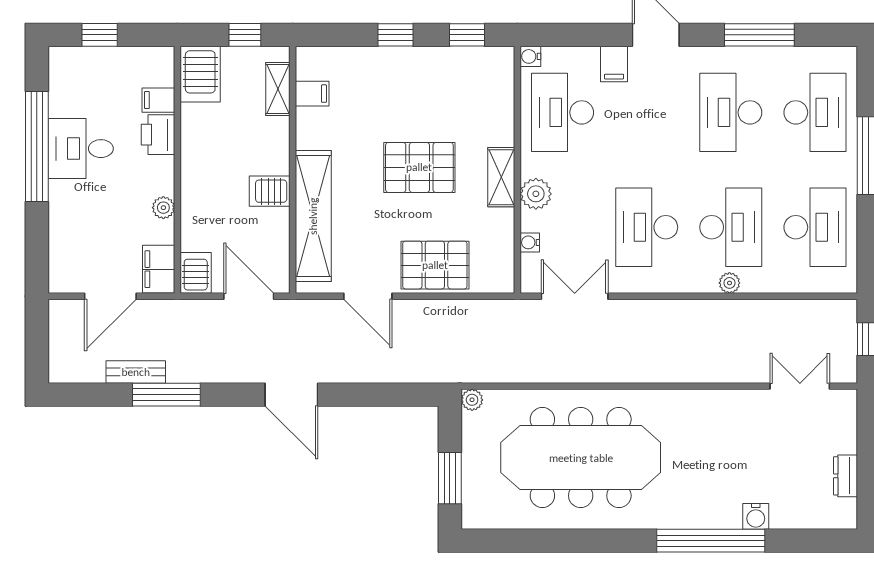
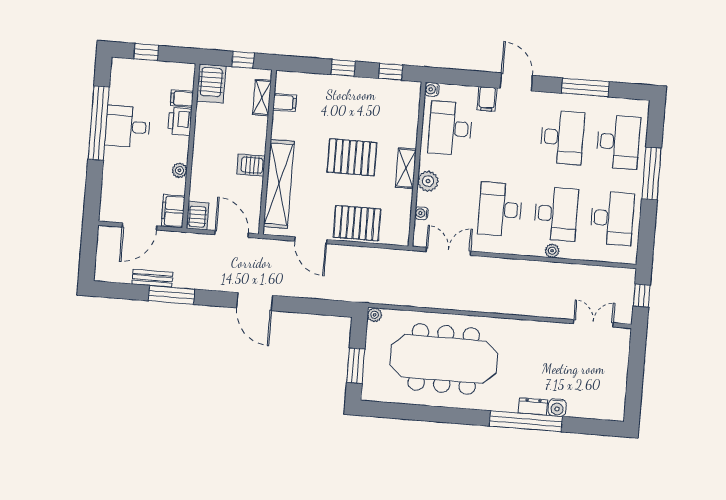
desk: (731, 112) -> (562, 137), turned 180
dresser: (846, 476) -> (533, 406), moved, turned 90

